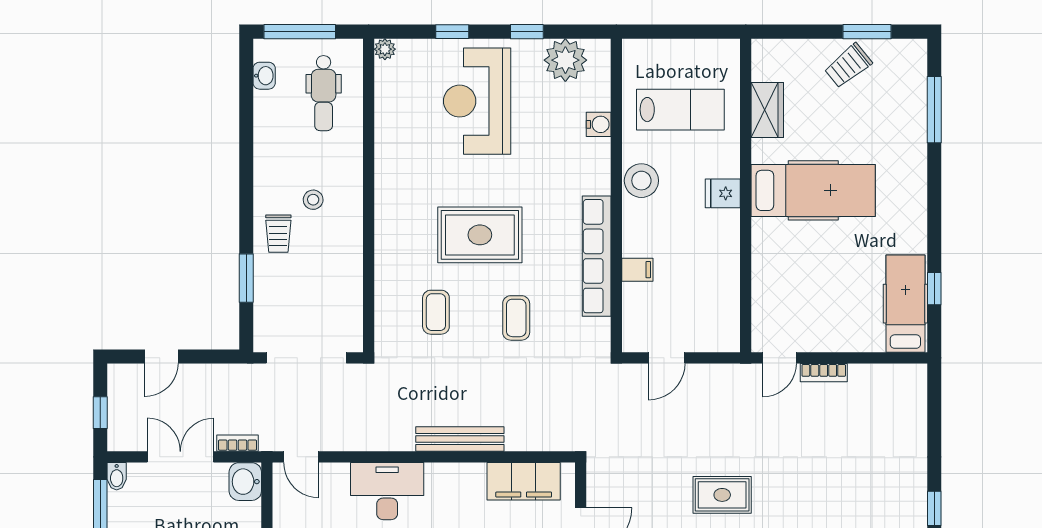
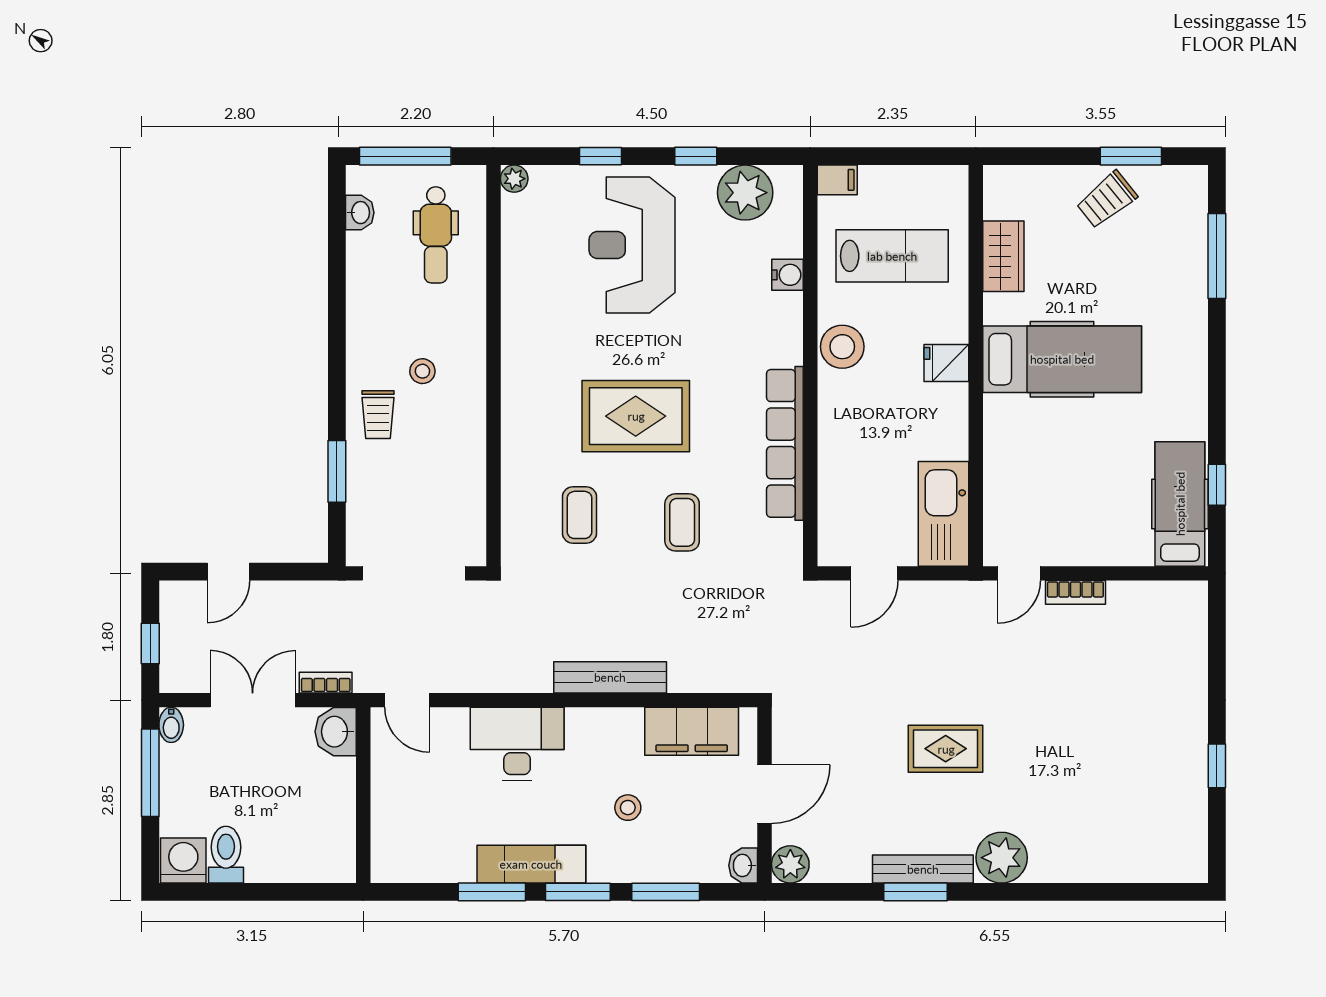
filing cabinet: (637, 270) -> (837, 180), moved
kitchen sink: (721, 311) -> (943, 514), added

